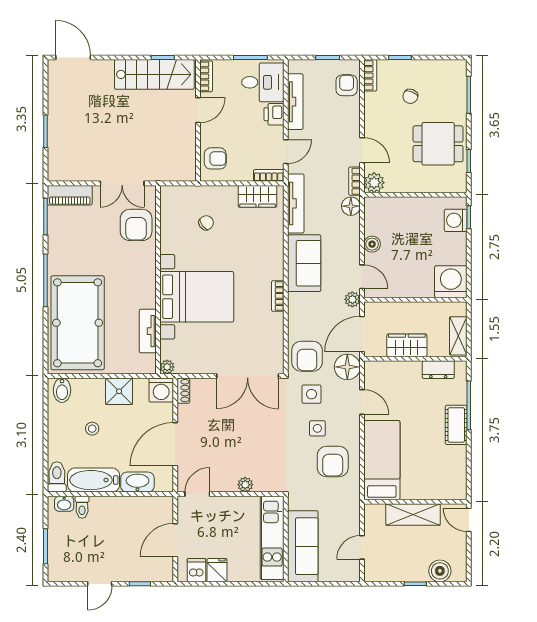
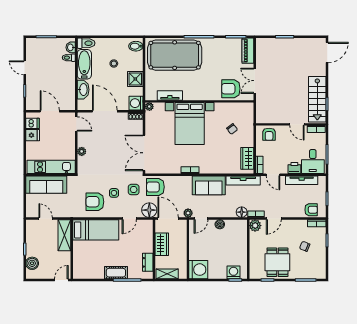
shelving: (413, 515) -> (64, 235), moved

